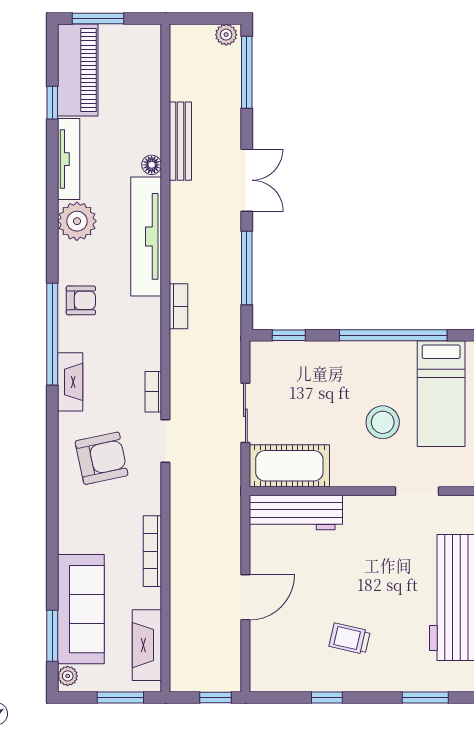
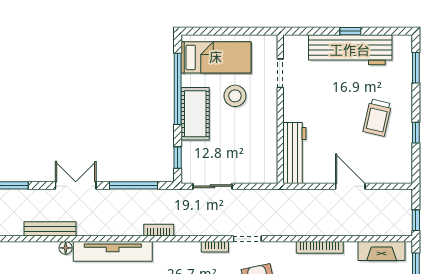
sliding door: (245, 413) -> (212, 186), moved
cot: (289, 466) -> (195, 114), moved
trolley: (350, 639) -> (377, 118), width x1.36, depth x1.39
window: (216, 697) -> (416, 220), moved

